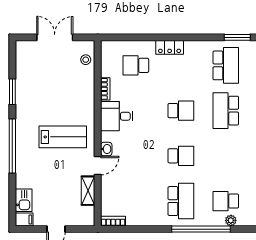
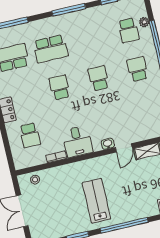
lab bench: (63, 137) -> (96, 201), moved
door: (98, 166) -> (124, 148), swing flipped
school desk: (181, 201) -> (138, 69), width x0.54

